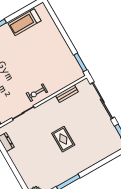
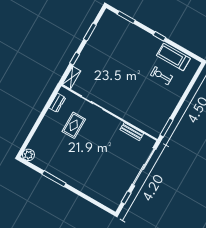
exercise bike: (37, 93) -> (161, 76), moved
rug: (63, 139) -> (74, 125), moved

